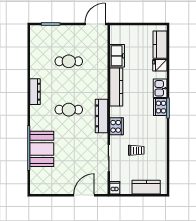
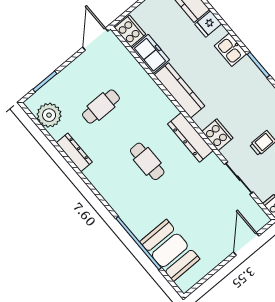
plant: (38, 43) -> (49, 115), added
dresser: (35, 92) -> (74, 152), moved
cooker: (160, 107) -> (130, 31), moved, turned 180
cafe table: (69, 110) -> (147, 161), turned 90
booth: (42, 149) -> (170, 250), moved

